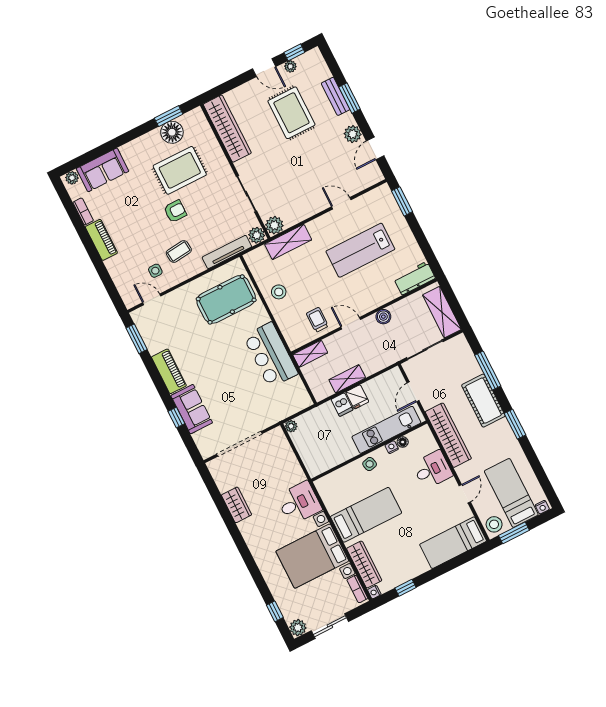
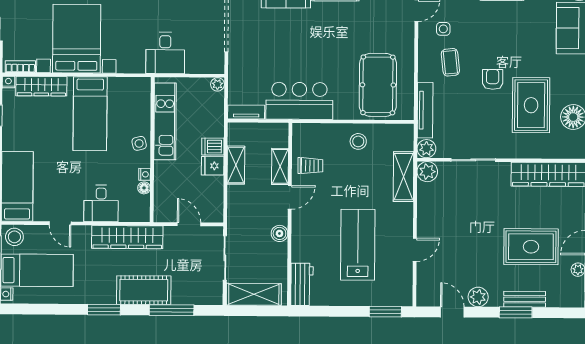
armchair: (175, 211) -> (493, 79), turned 180
shelving: (310, 354) -> (280, 166), moved
tv unit: (301, 392) -> (246, 112), added
kitchen unit: (386, 430) -> (165, 121), moved
desk: (299, 503) -> (165, 53), moved

